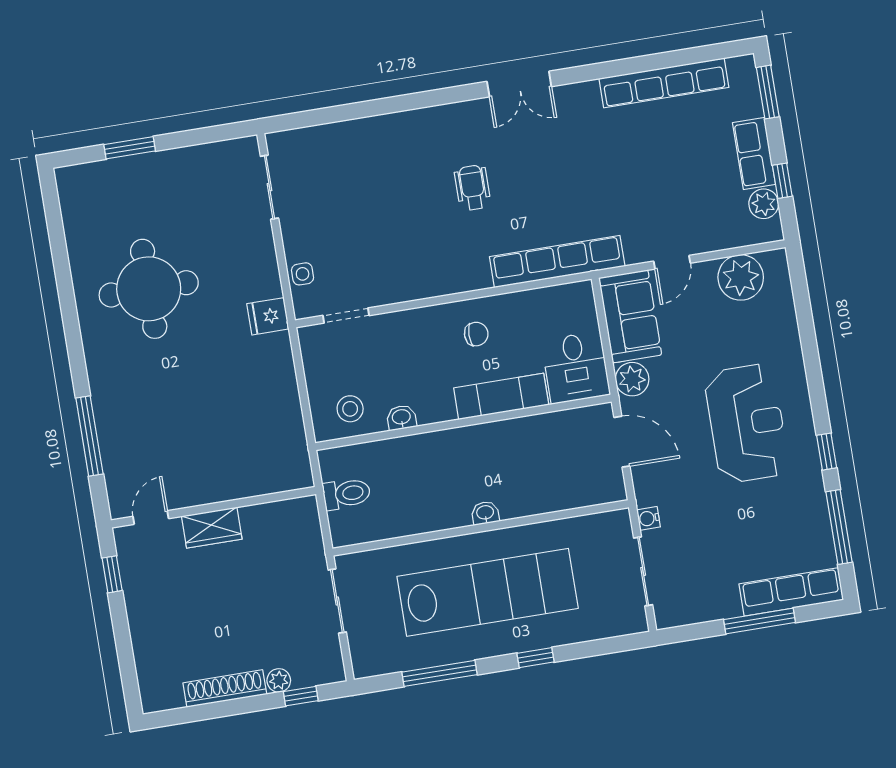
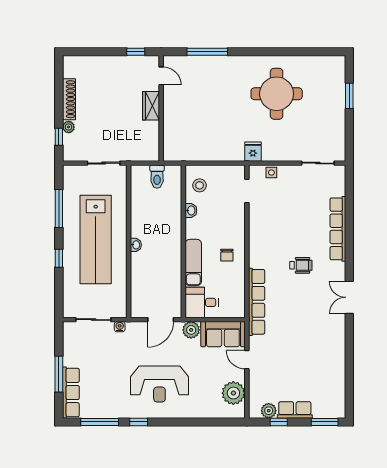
row of seats: (664, 83) -> (338, 229), moved

